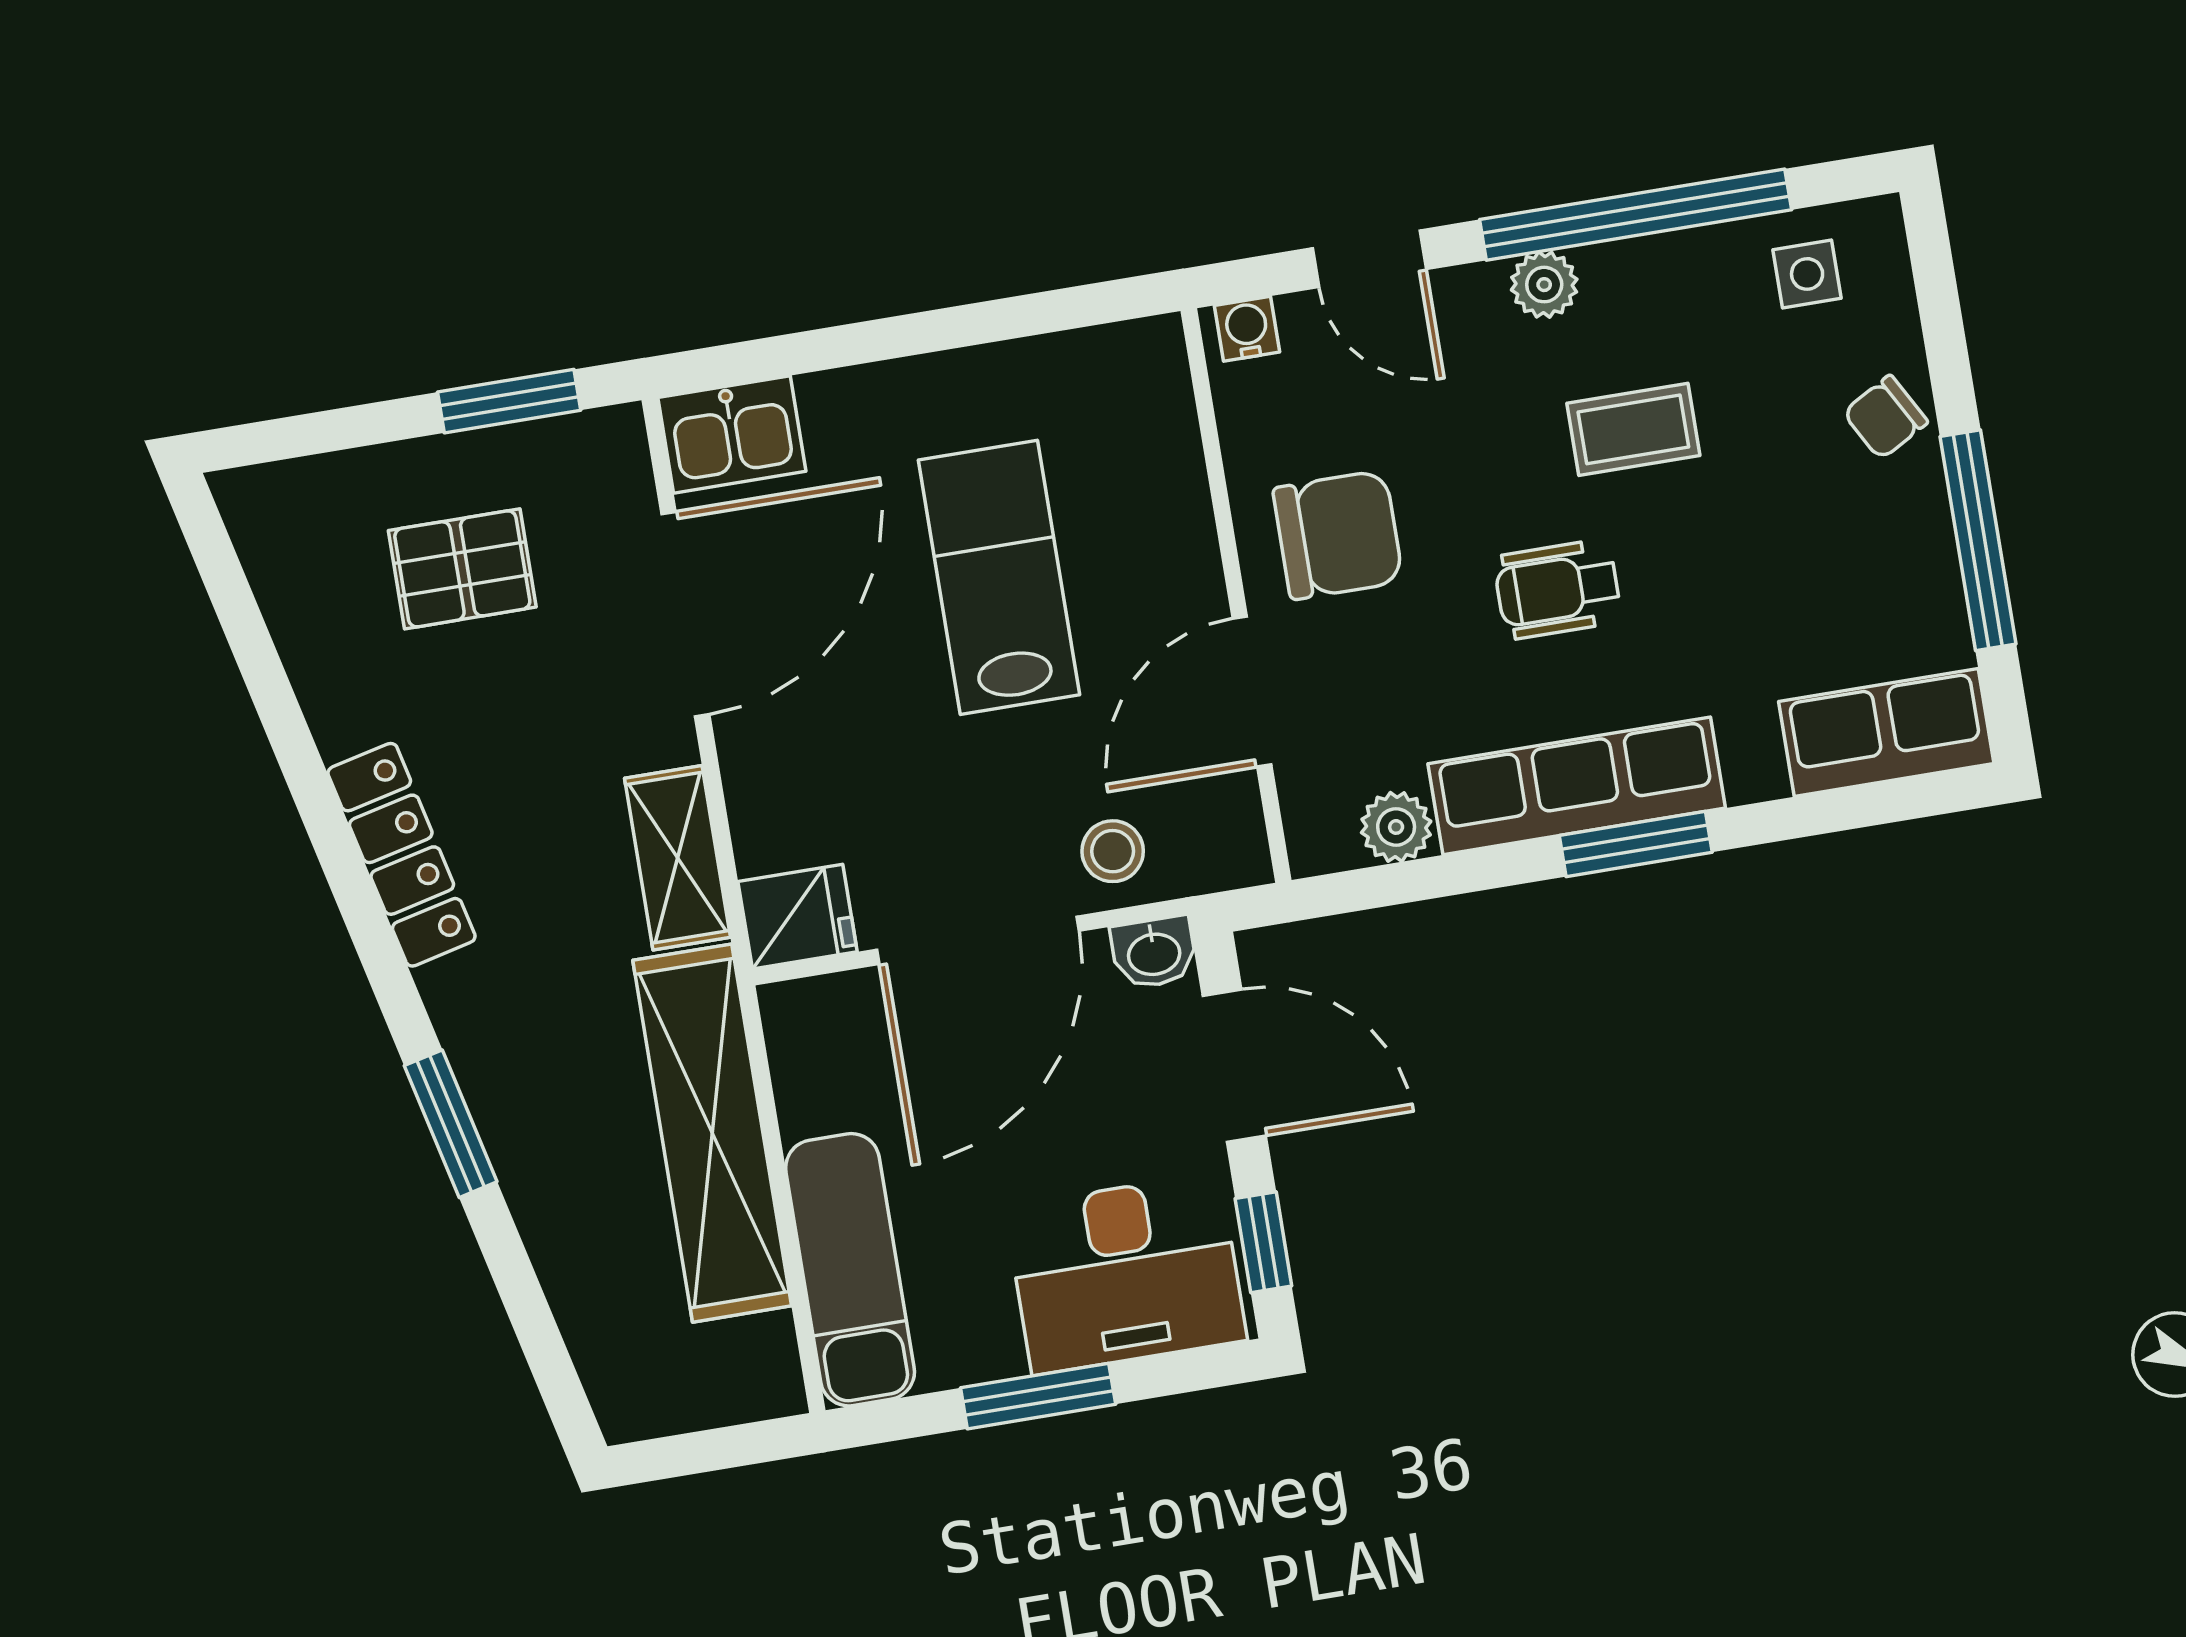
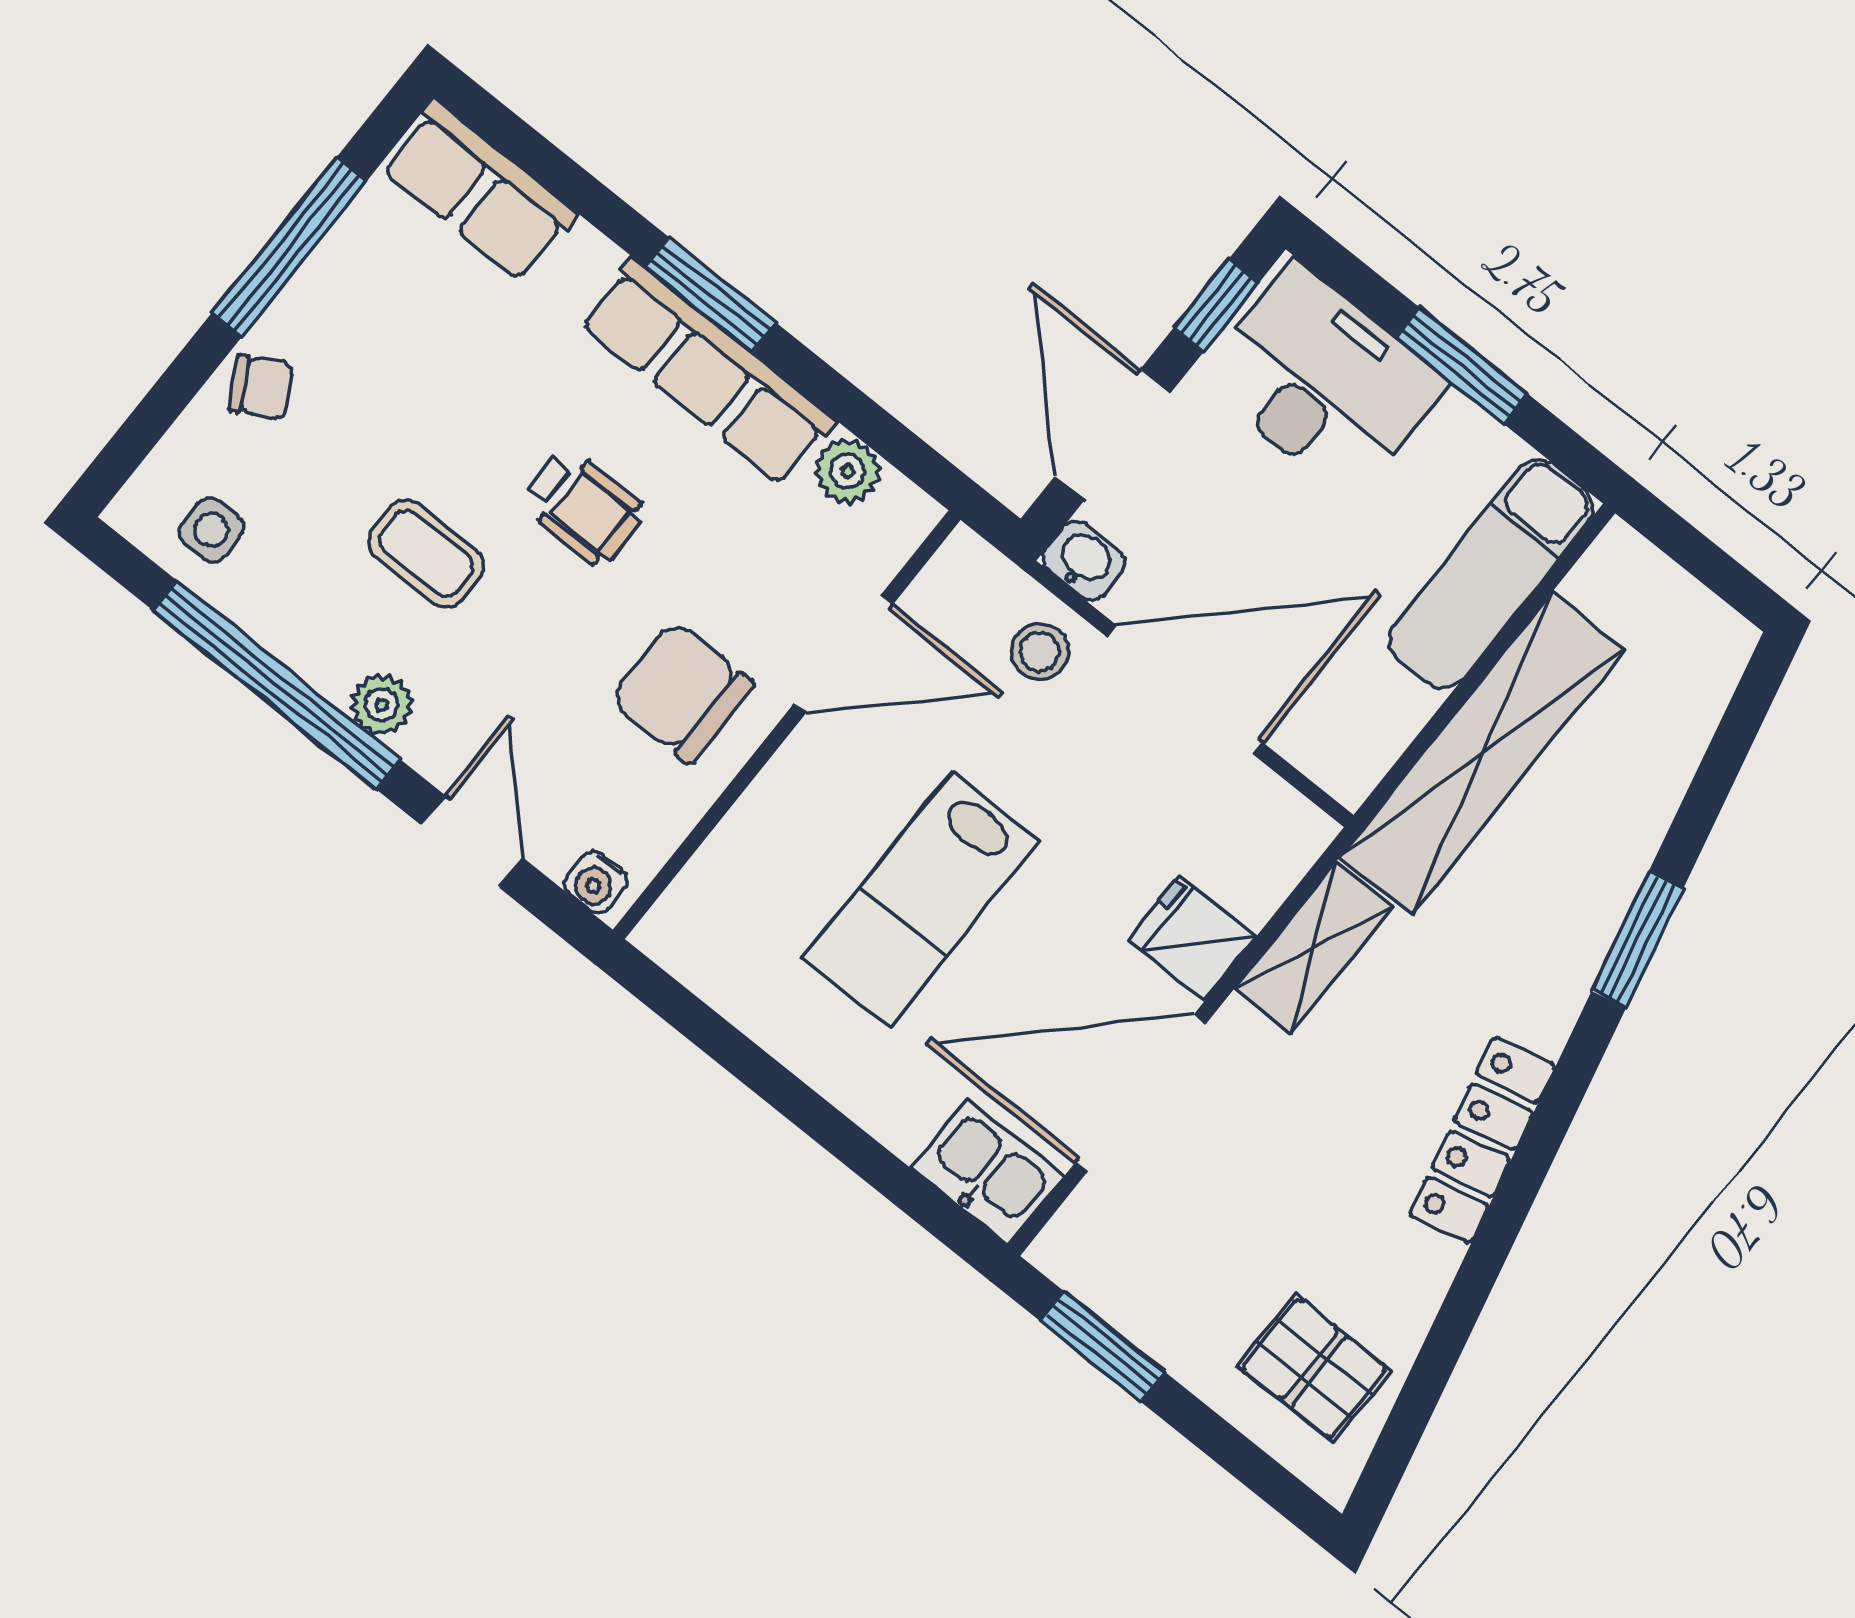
pallet: (462, 569) -> (1314, 1368), moved
fridge: (798, 917) -> (1192, 938), moved

